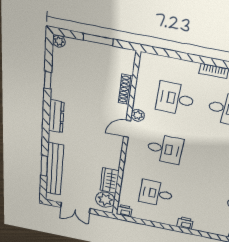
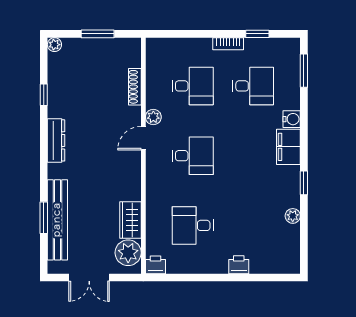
desk: (175, 99) -> (193, 86), turned 180

